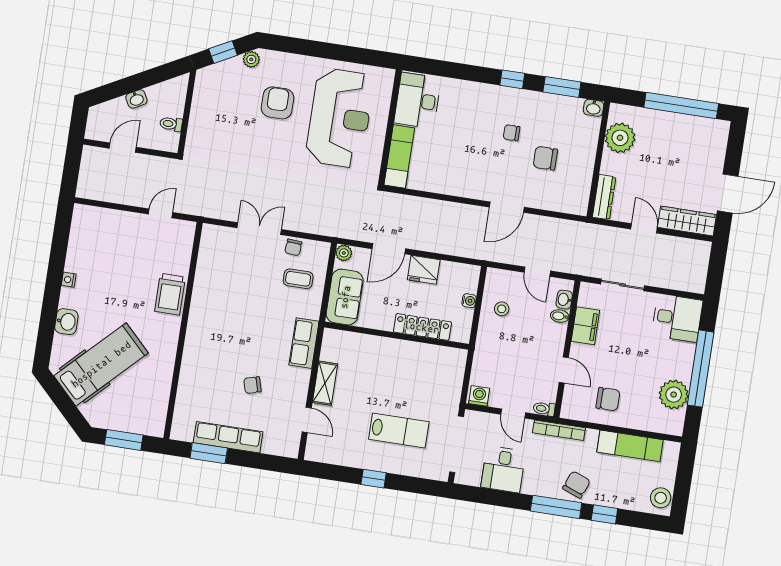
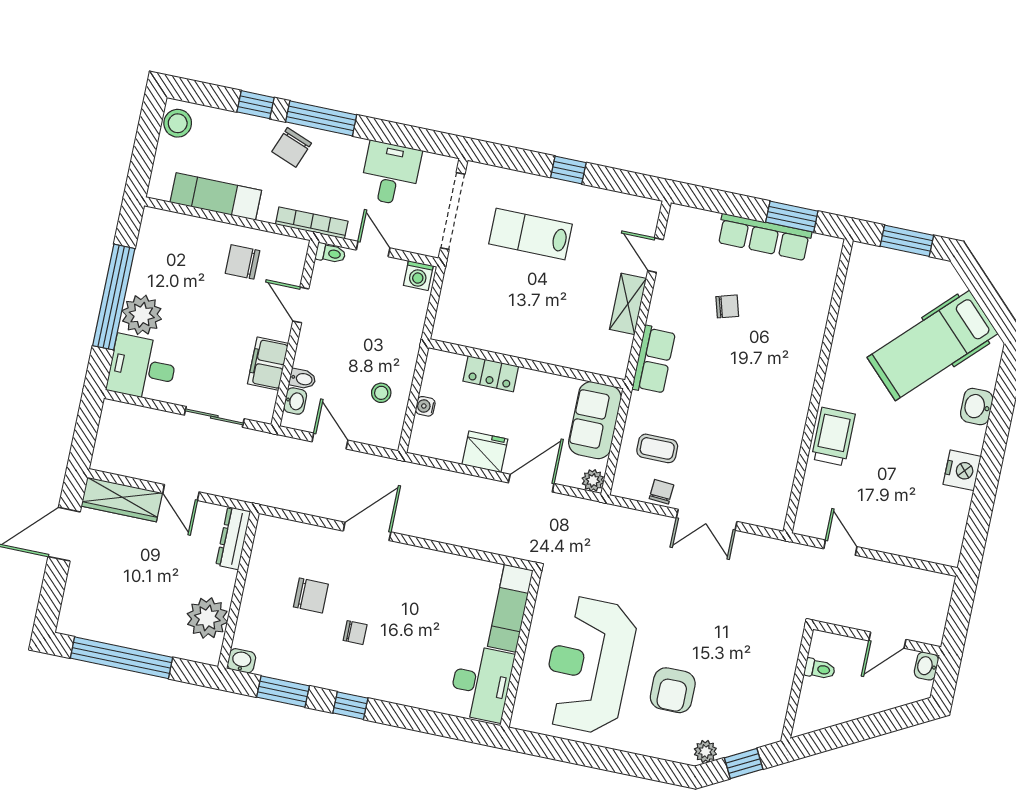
washbasin: (136, 99) -> (926, 666), moved, turned -62
door: (161, 213) -> (840, 548), swing flipped
nightstand: (69, 280) -> (962, 470), width x1.89, depth x1.79
locker: (422, 327) -> (491, 374), width x0.66
plant: (674, 395) -> (142, 315), moved

